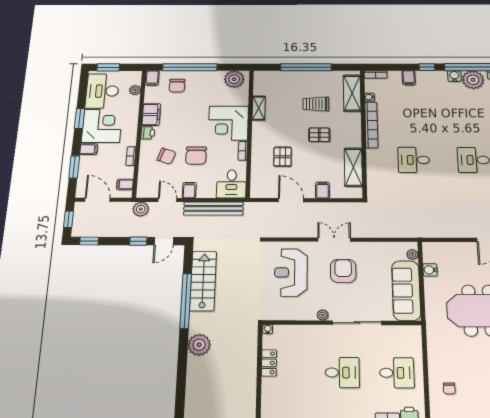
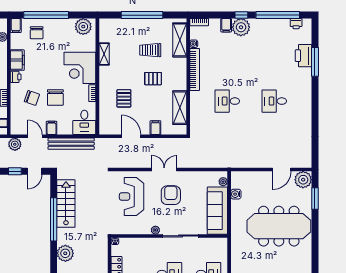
water cooler: (454, 76) -> (263, 24), removed
plant: (473, 80) -> (241, 27), moved

